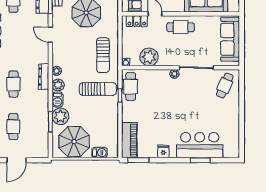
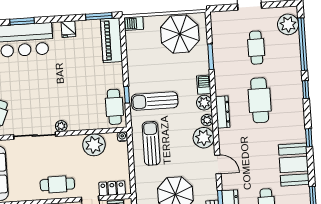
cafe table: (13, 84) -> (260, 100), width x1.37, depth x1.35
plant: (60, 116) -> (204, 138), moved
barbecue: (99, 153) -> (134, 23), moved

